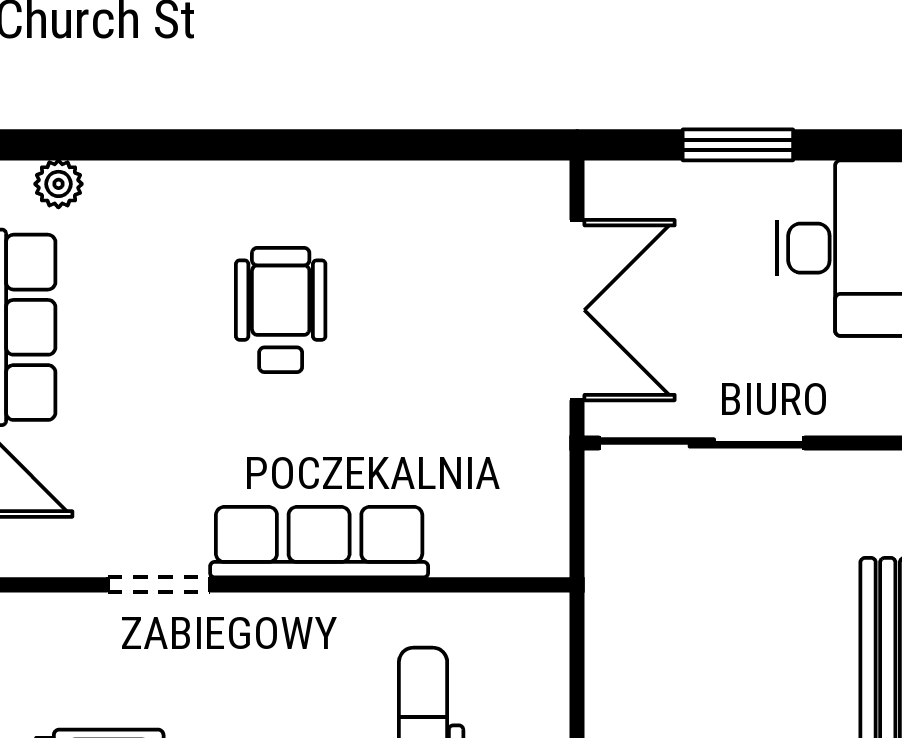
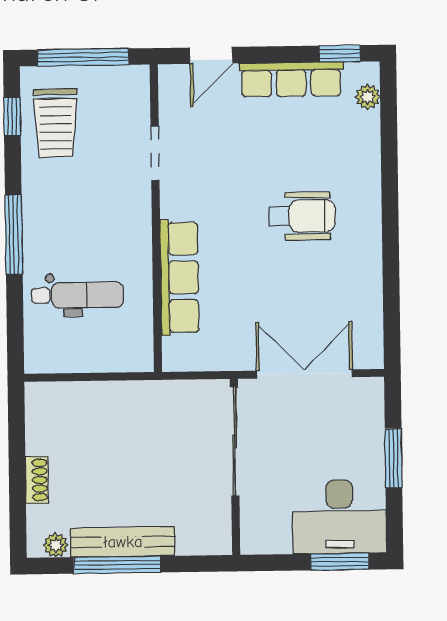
double door: (577, 310) -> (304, 374), swing flipped
row of seats: (319, 542) -> (179, 277), moved

